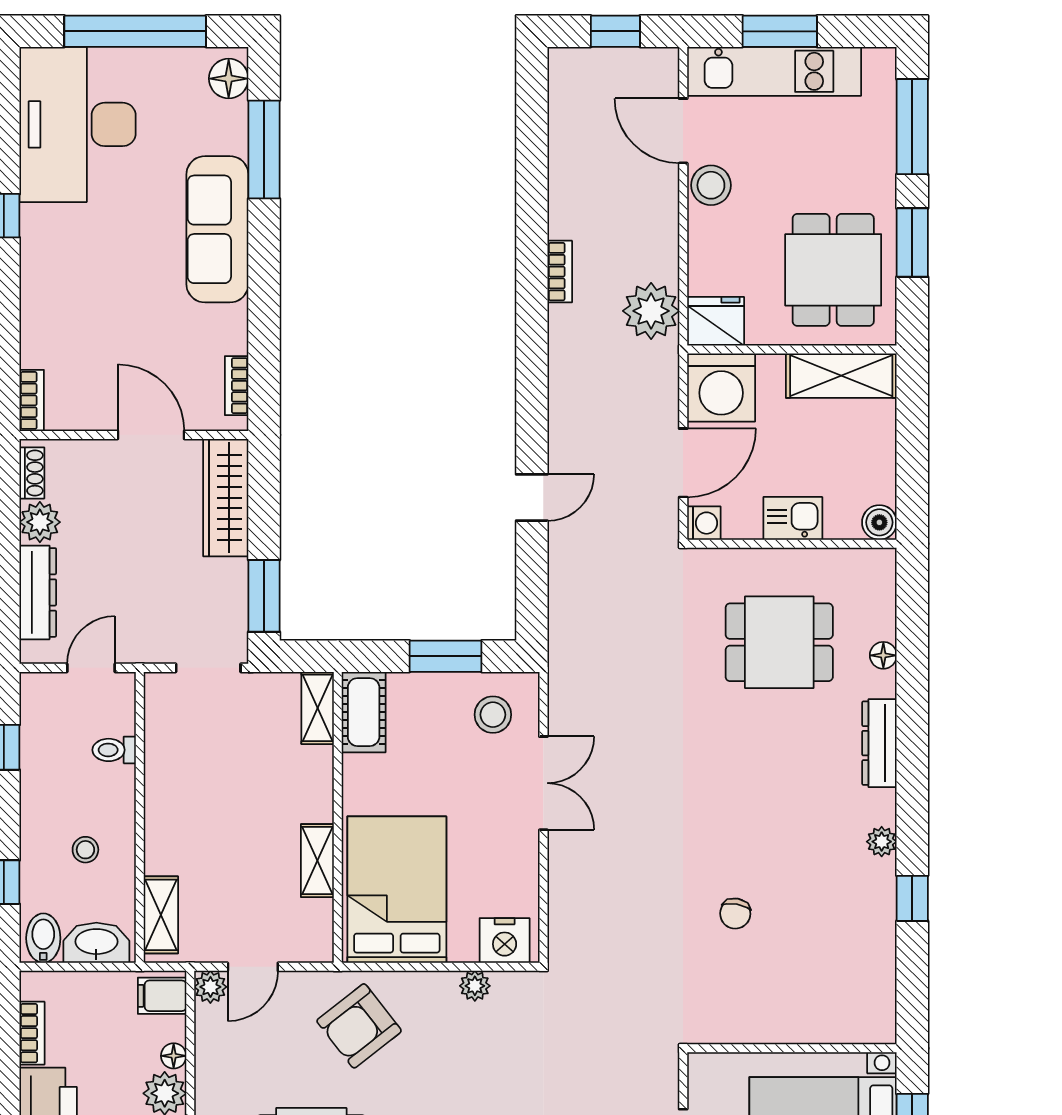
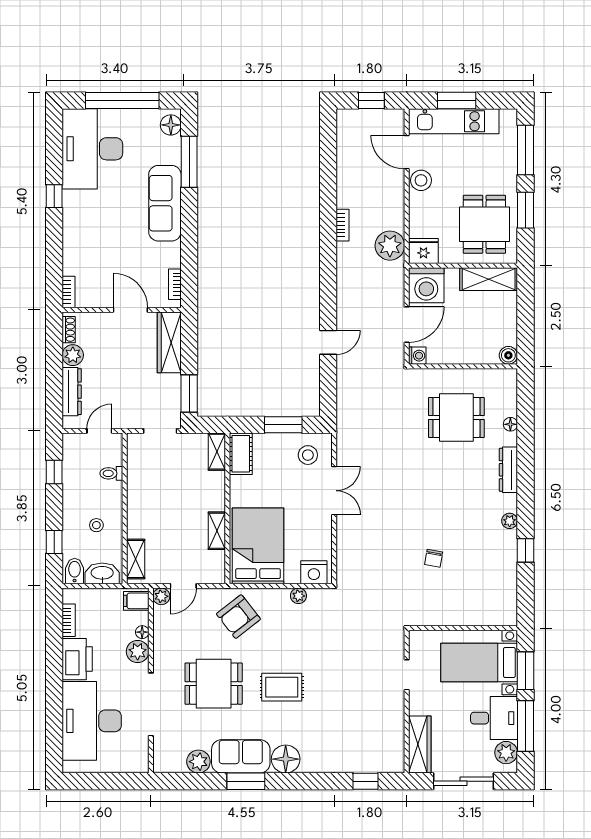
kitchen sink: (793, 518) -> (463, 353), removed

